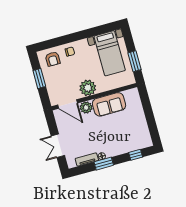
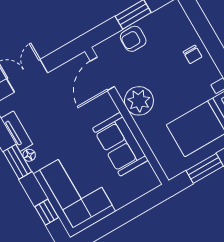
armchair: (53, 59) -> (133, 39), moved
plant: (86, 108) -> (105, 107), removed
corner sofa: (129, 137) -> (74, 193), added

